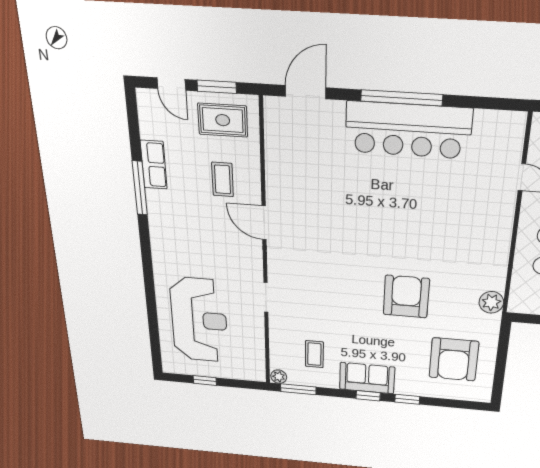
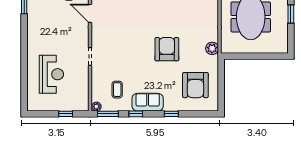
reception desk: (199, 320) -> (51, 74), width x0.74, depth x0.77
window: (205, 380) -> (66, 114), moved
window: (368, 396) -> (136, 114), moved

